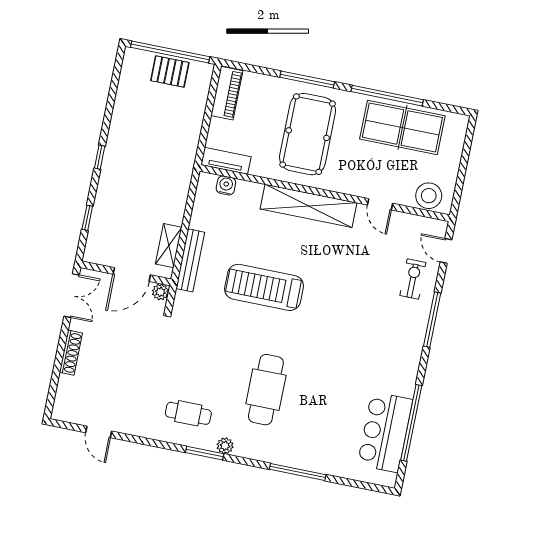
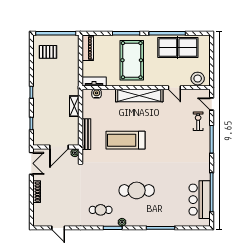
pallet: (170, 72) -> (48, 52), moved
shelving: (169, 246) -> (74, 106), moved
cafe table: (266, 390) -> (137, 190), turned 90

